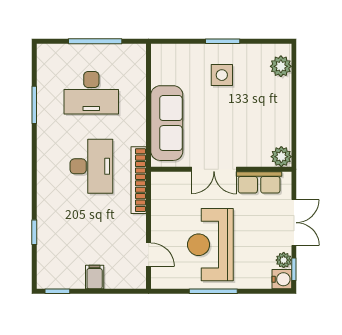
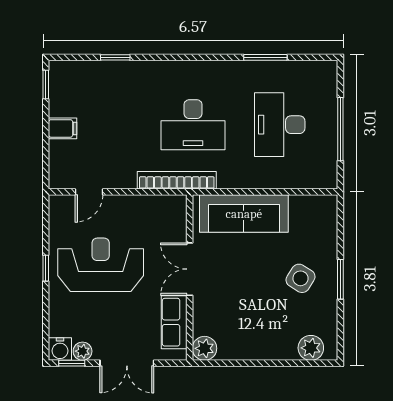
side table: (222, 75) -> (301, 278), turned 32
window: (213, 291) -> (46, 268), width x0.46

